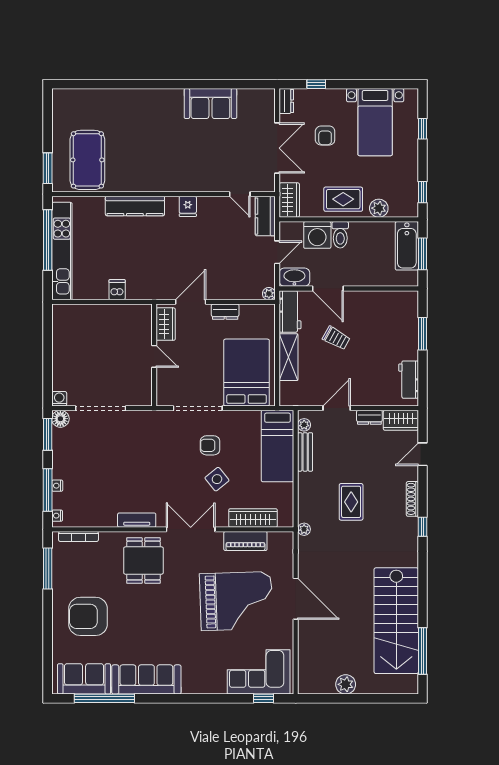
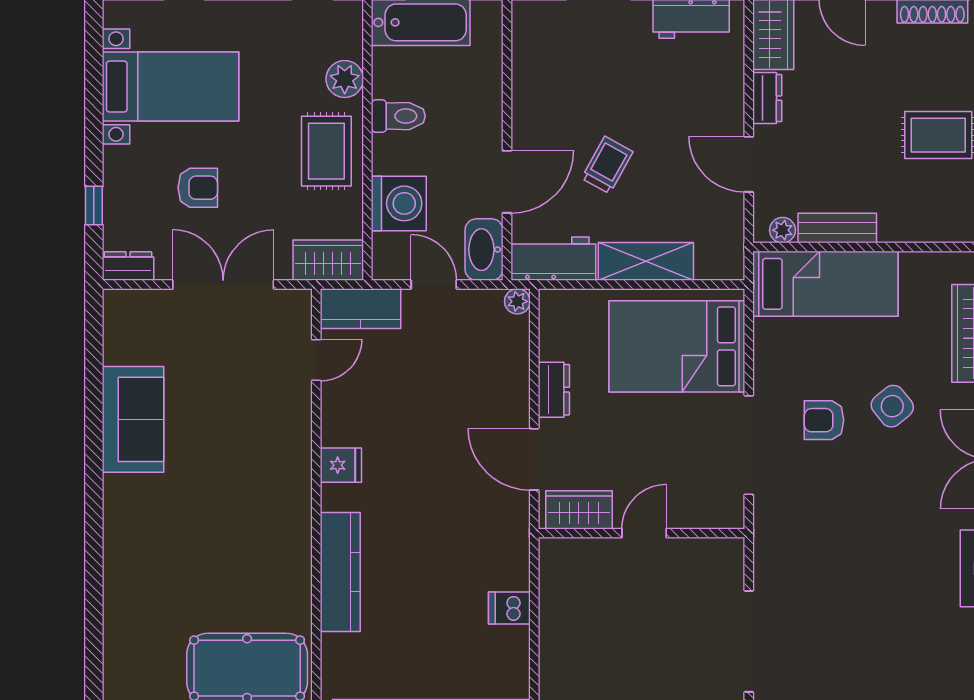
toilet: (340, 235) -> (398, 116), moved
armchair: (210, 445) -> (824, 420), turned 90

